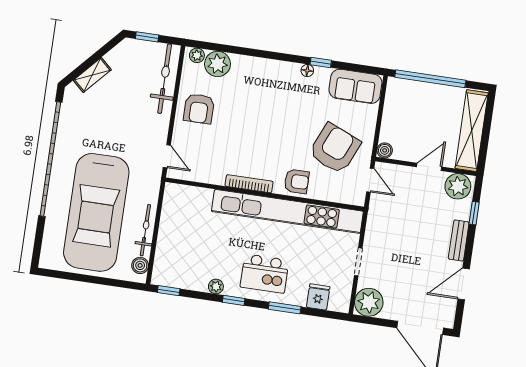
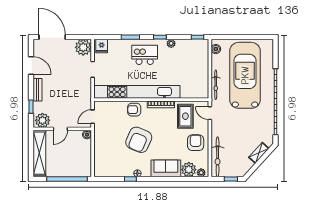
sofa: (355, 86) -> (166, 168), moved
armchair: (335, 148) -> (139, 140), moved
rug: (210, 157) -> (185, 116), added
door: (370, 180) -> (93, 117), hinge flipped
bicycle: (145, 230) -> (216, 85), moved
door: (464, 284) -> (31, 66), hinge flipped
fridge: (318, 297) -> (102, 46), moved

